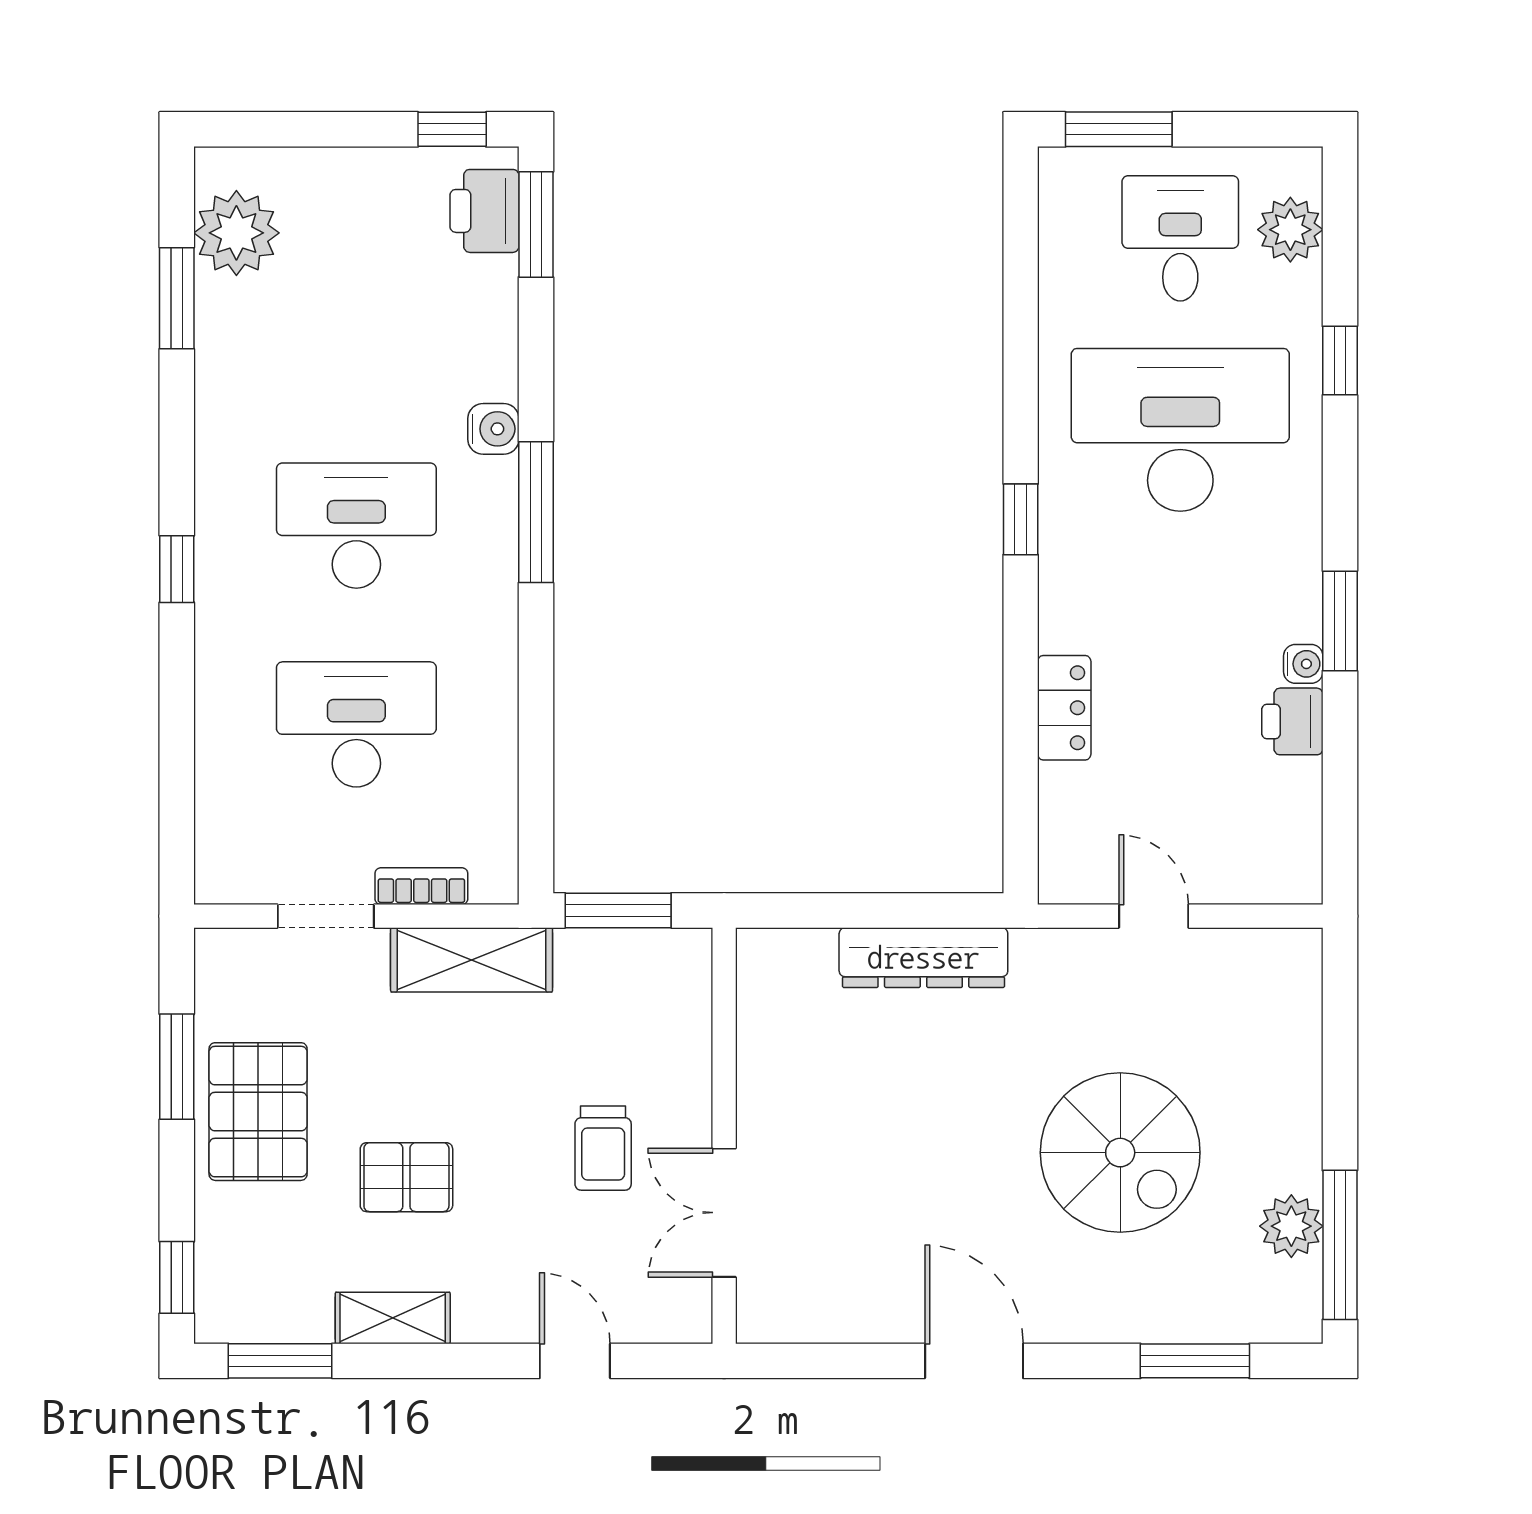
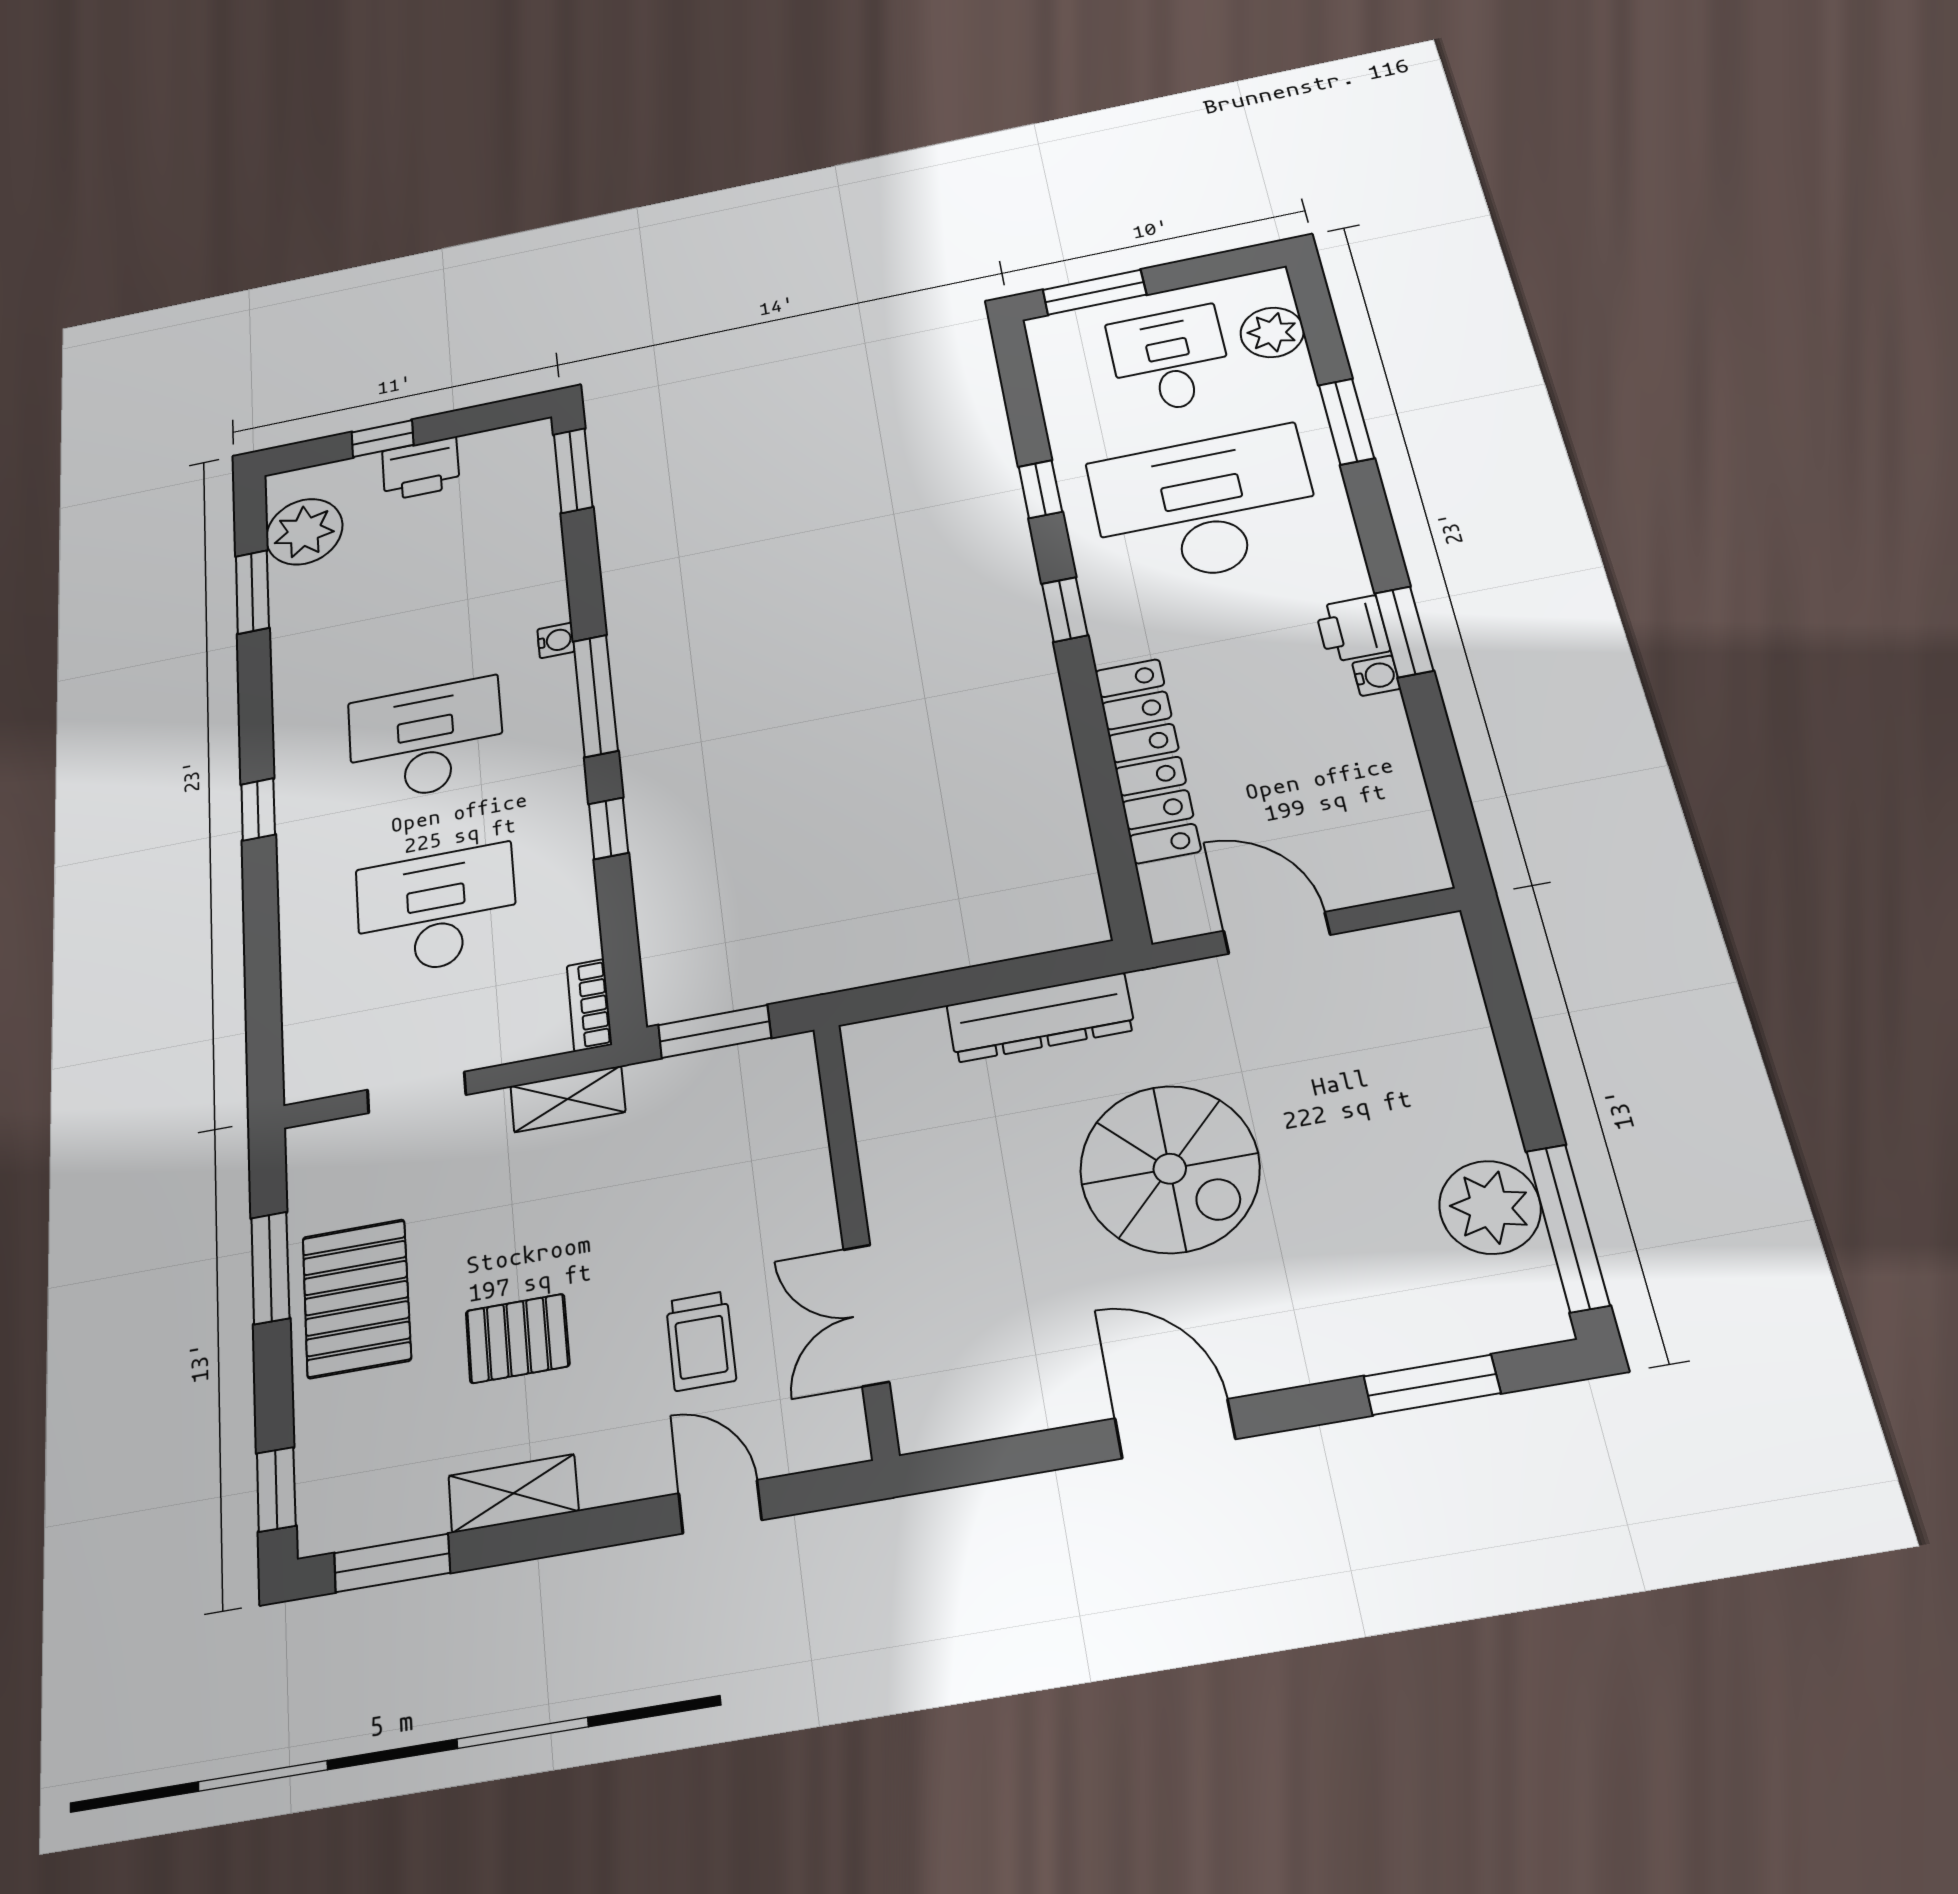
window: (452, 129) -> (383, 439), moved
printer: (484, 211) -> (421, 469), moved, turned -90
window: (1340, 361) -> (1346, 422), width x1.50
window: (1021, 369) -> (1040, 489), added
water cooler: (493, 429) -> (556, 640), width x0.72, depth x0.72
window: (536, 669) -> (609, 828), added
locker: (1064, 708) -> (1147, 760), width x2.16, depth x1.21
printer: (1292, 721) -> (1352, 629), moved
bookcase: (421, 886) -> (589, 1005), moved, turned -90
door: (1154, 916) -> (1277, 933), width x1.37
shelving: (472, 960) -> (568, 1099), width x0.67, depth x0.75
trolley: (603, 1148) -> (701, 1341), moved
spiral stairs: (1120, 1153) -> (1170, 1169), moved
plant: (1291, 1226) -> (1490, 1207), width x1.36, depth x1.36

